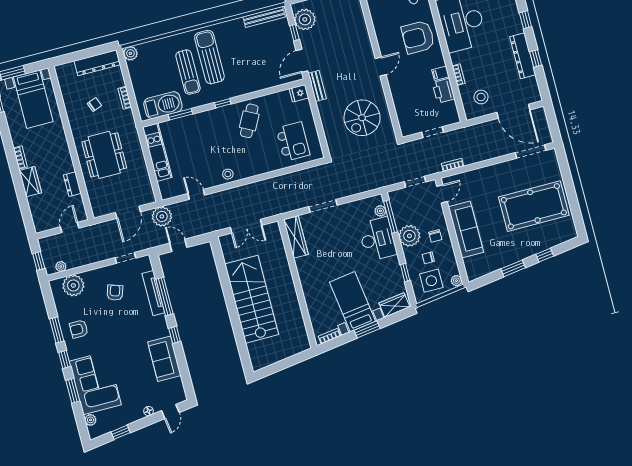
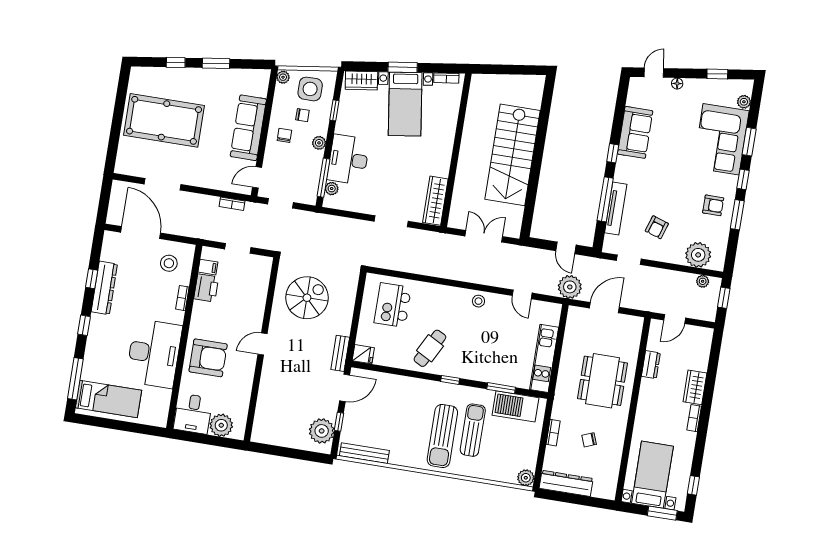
filing cabinet: (440, 73) -> (208, 267), moved
doorway: (531, 152) -> (163, 184), moved
plant: (409, 236) -> (319, 143), width x0.53, depth x0.53

